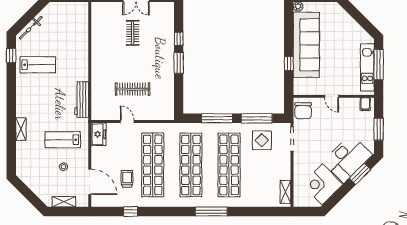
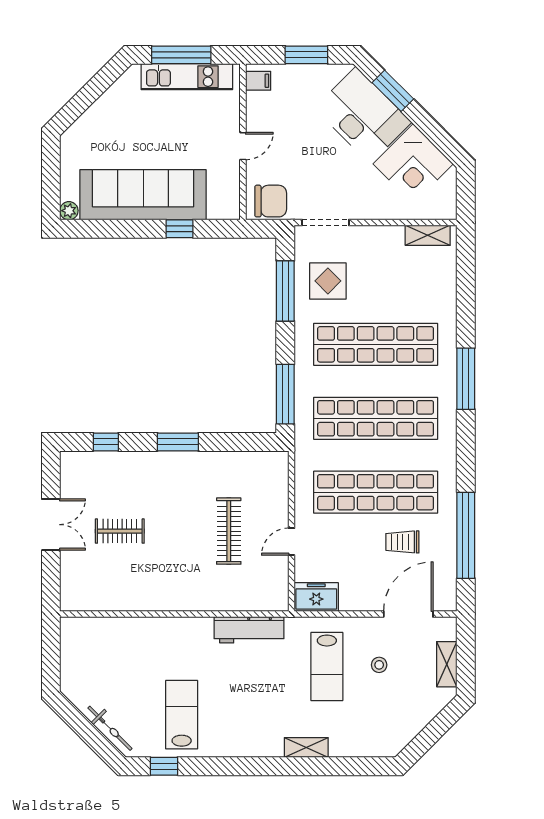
window: (179, 39) -> (106, 442), moved
window: (217, 118) -> (285, 394), moved
window: (130, 212) -> (466, 535), width x3.17

